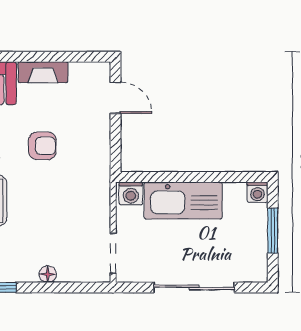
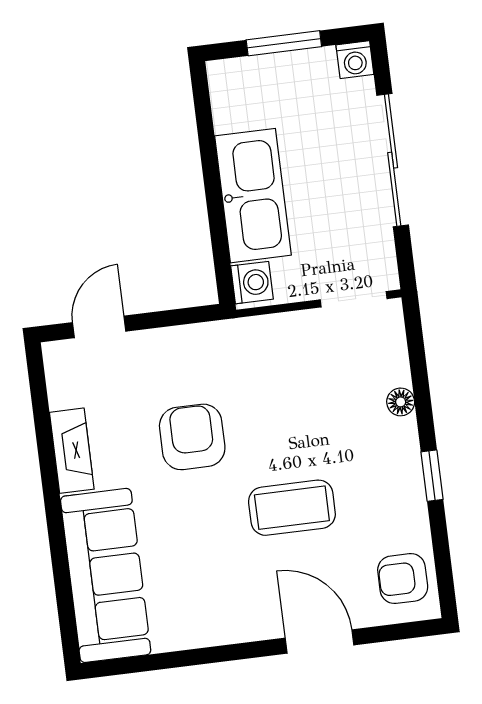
armchair: (42, 146) -> (192, 437), width x1.38, depth x1.38
washing machine: (257, 192) -> (355, 60), moved, turned 90

